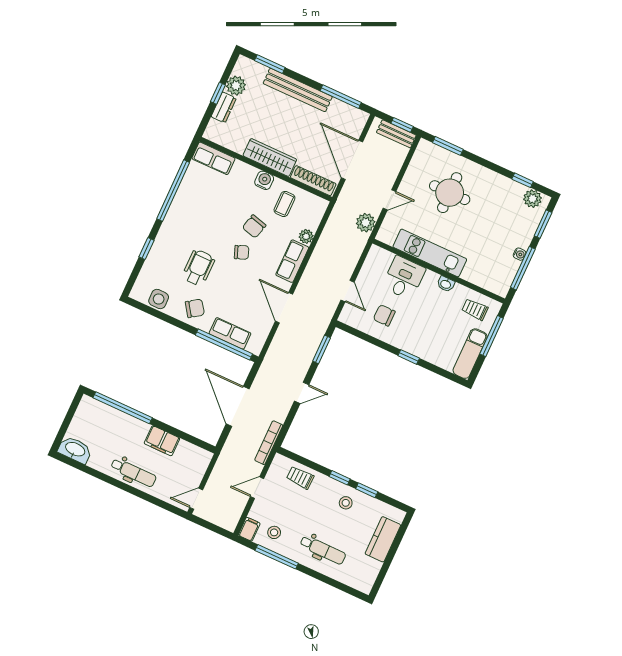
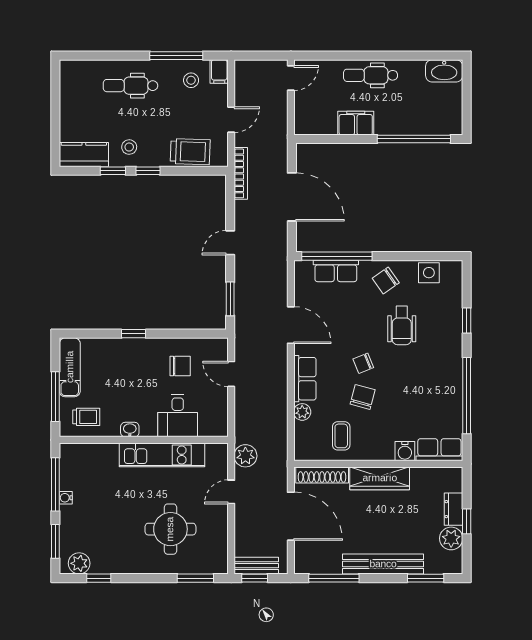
water cooler: (264, 180) -> (405, 451), moved
trolley: (300, 478) -> (190, 152), width x1.36, depth x1.39
kitchen counter: (383, 539) -> (84, 155), moved, turned -90

